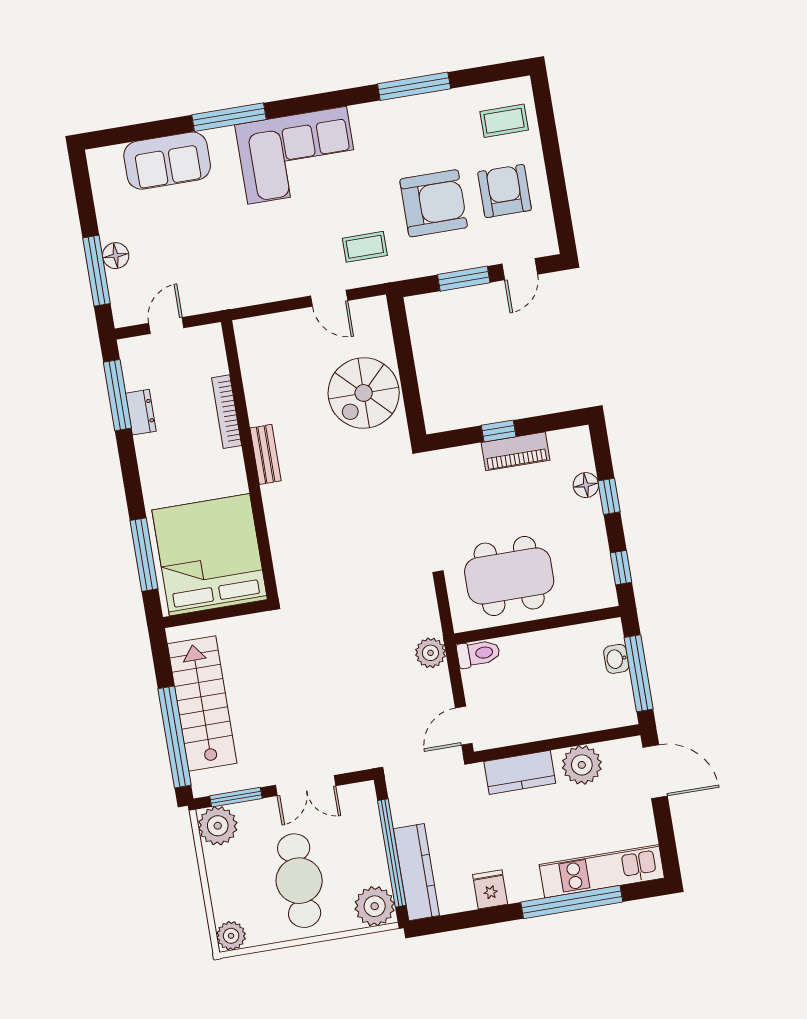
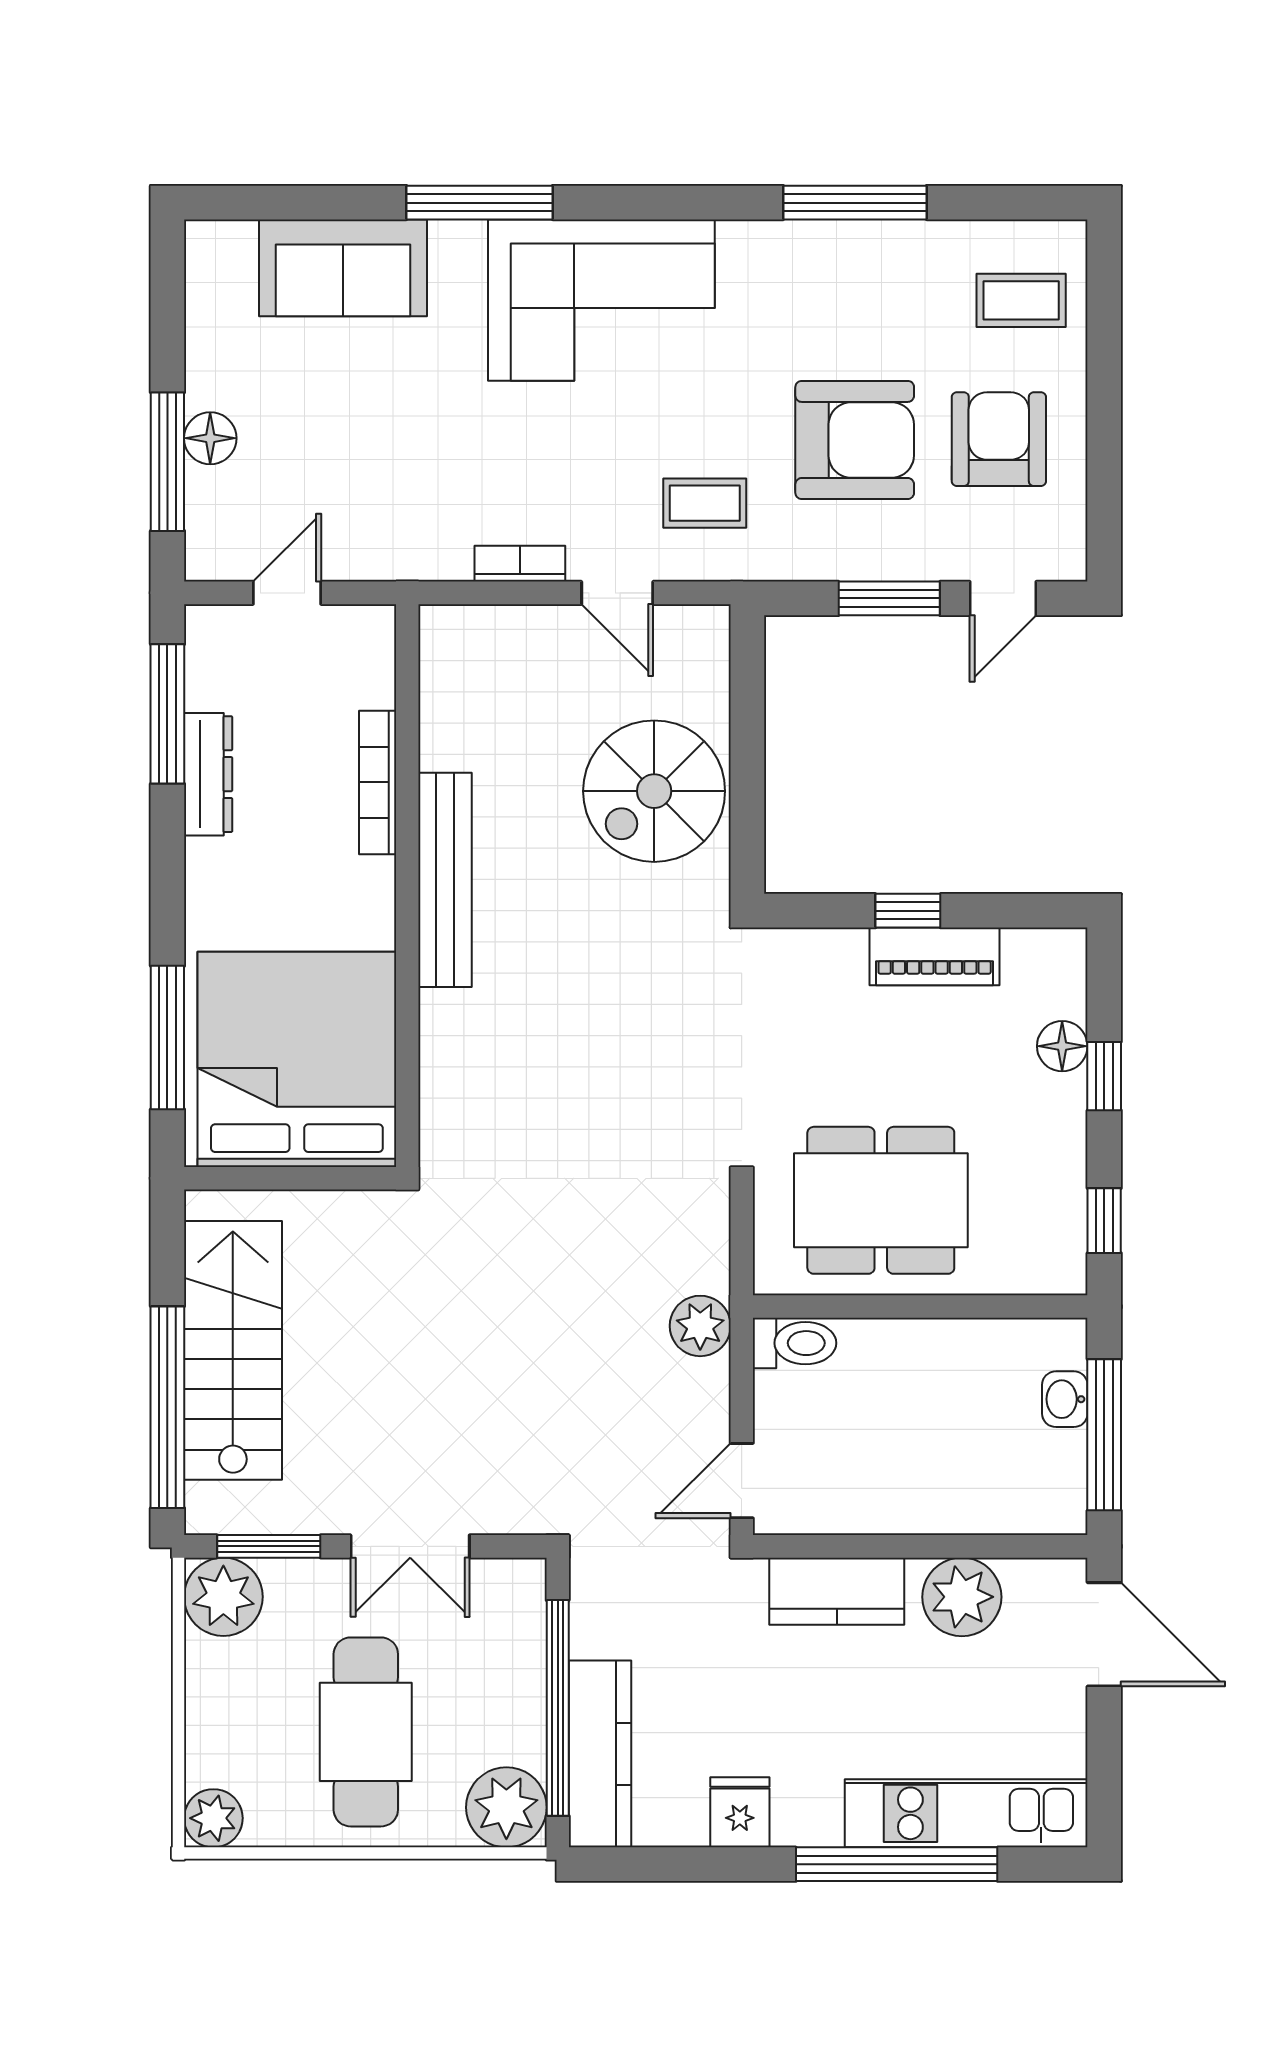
bookcase: (279, 292) -> (520, 564), added
dresser: (141, 412) -> (208, 774), width x1.44
bench: (266, 454) -> (445, 880), width x1.86, depth x1.21

